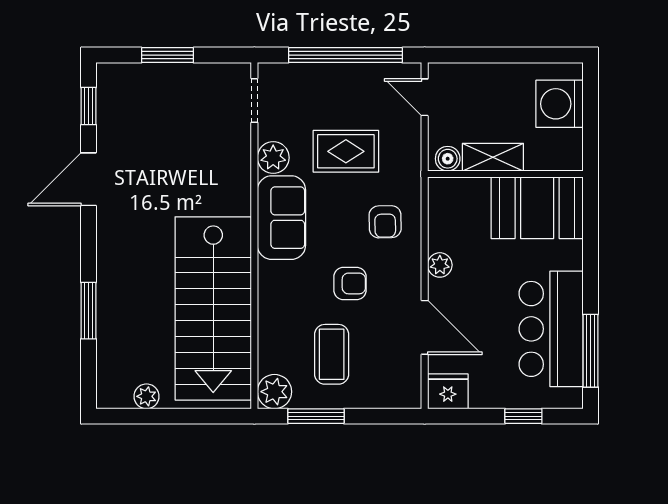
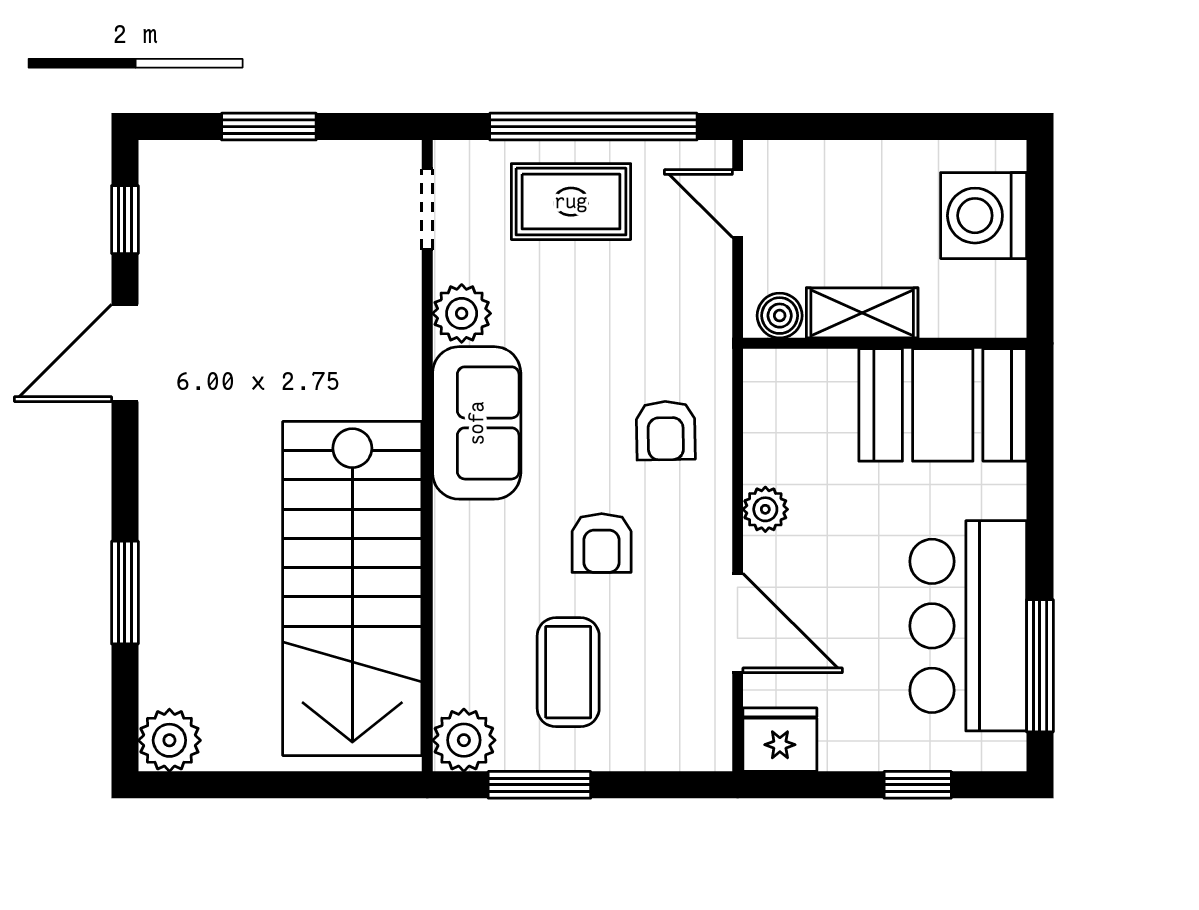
rug: (346, 151) -> (571, 202), moved
armchair: (350, 283) -> (602, 543), turned 90
plant: (146, 396) -> (169, 740), moved, width x1.38, depth x1.38

